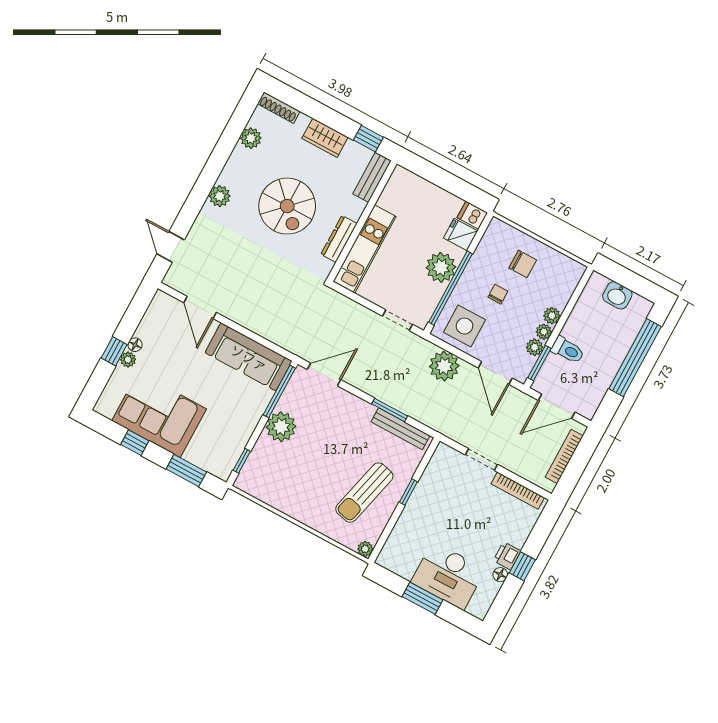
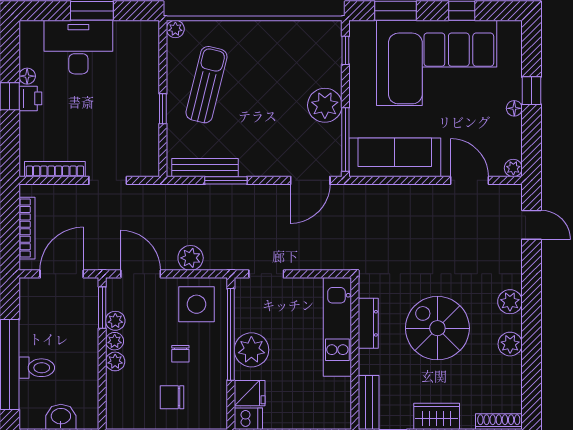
plant: (251, 138) -> (510, 344), moved
toilet: (568, 350) -> (37, 368), moved, turned 180
plant: (128, 360) -> (513, 168), moved
plant: (444, 366) -> (191, 258), width x0.73, depth x0.73
corner sofa: (159, 415) -> (437, 63), width x1.36, depth x1.36

